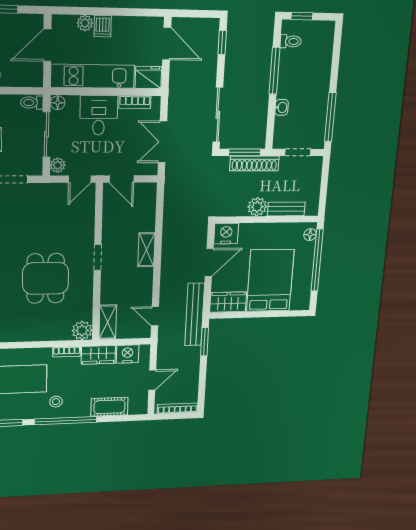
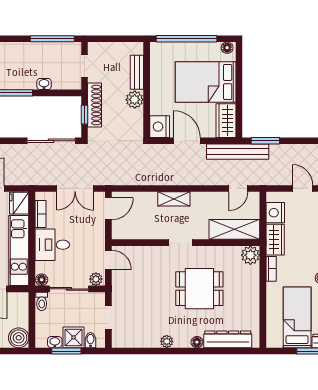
window: (245, 152) -> (84, 115), width x0.67
door: (122, 179) -> (108, 209), moved
floor lamp: (310, 235) -> (227, 48), moved
shelving: (108, 322) -> (234, 229), width x1.50, depth x1.33

